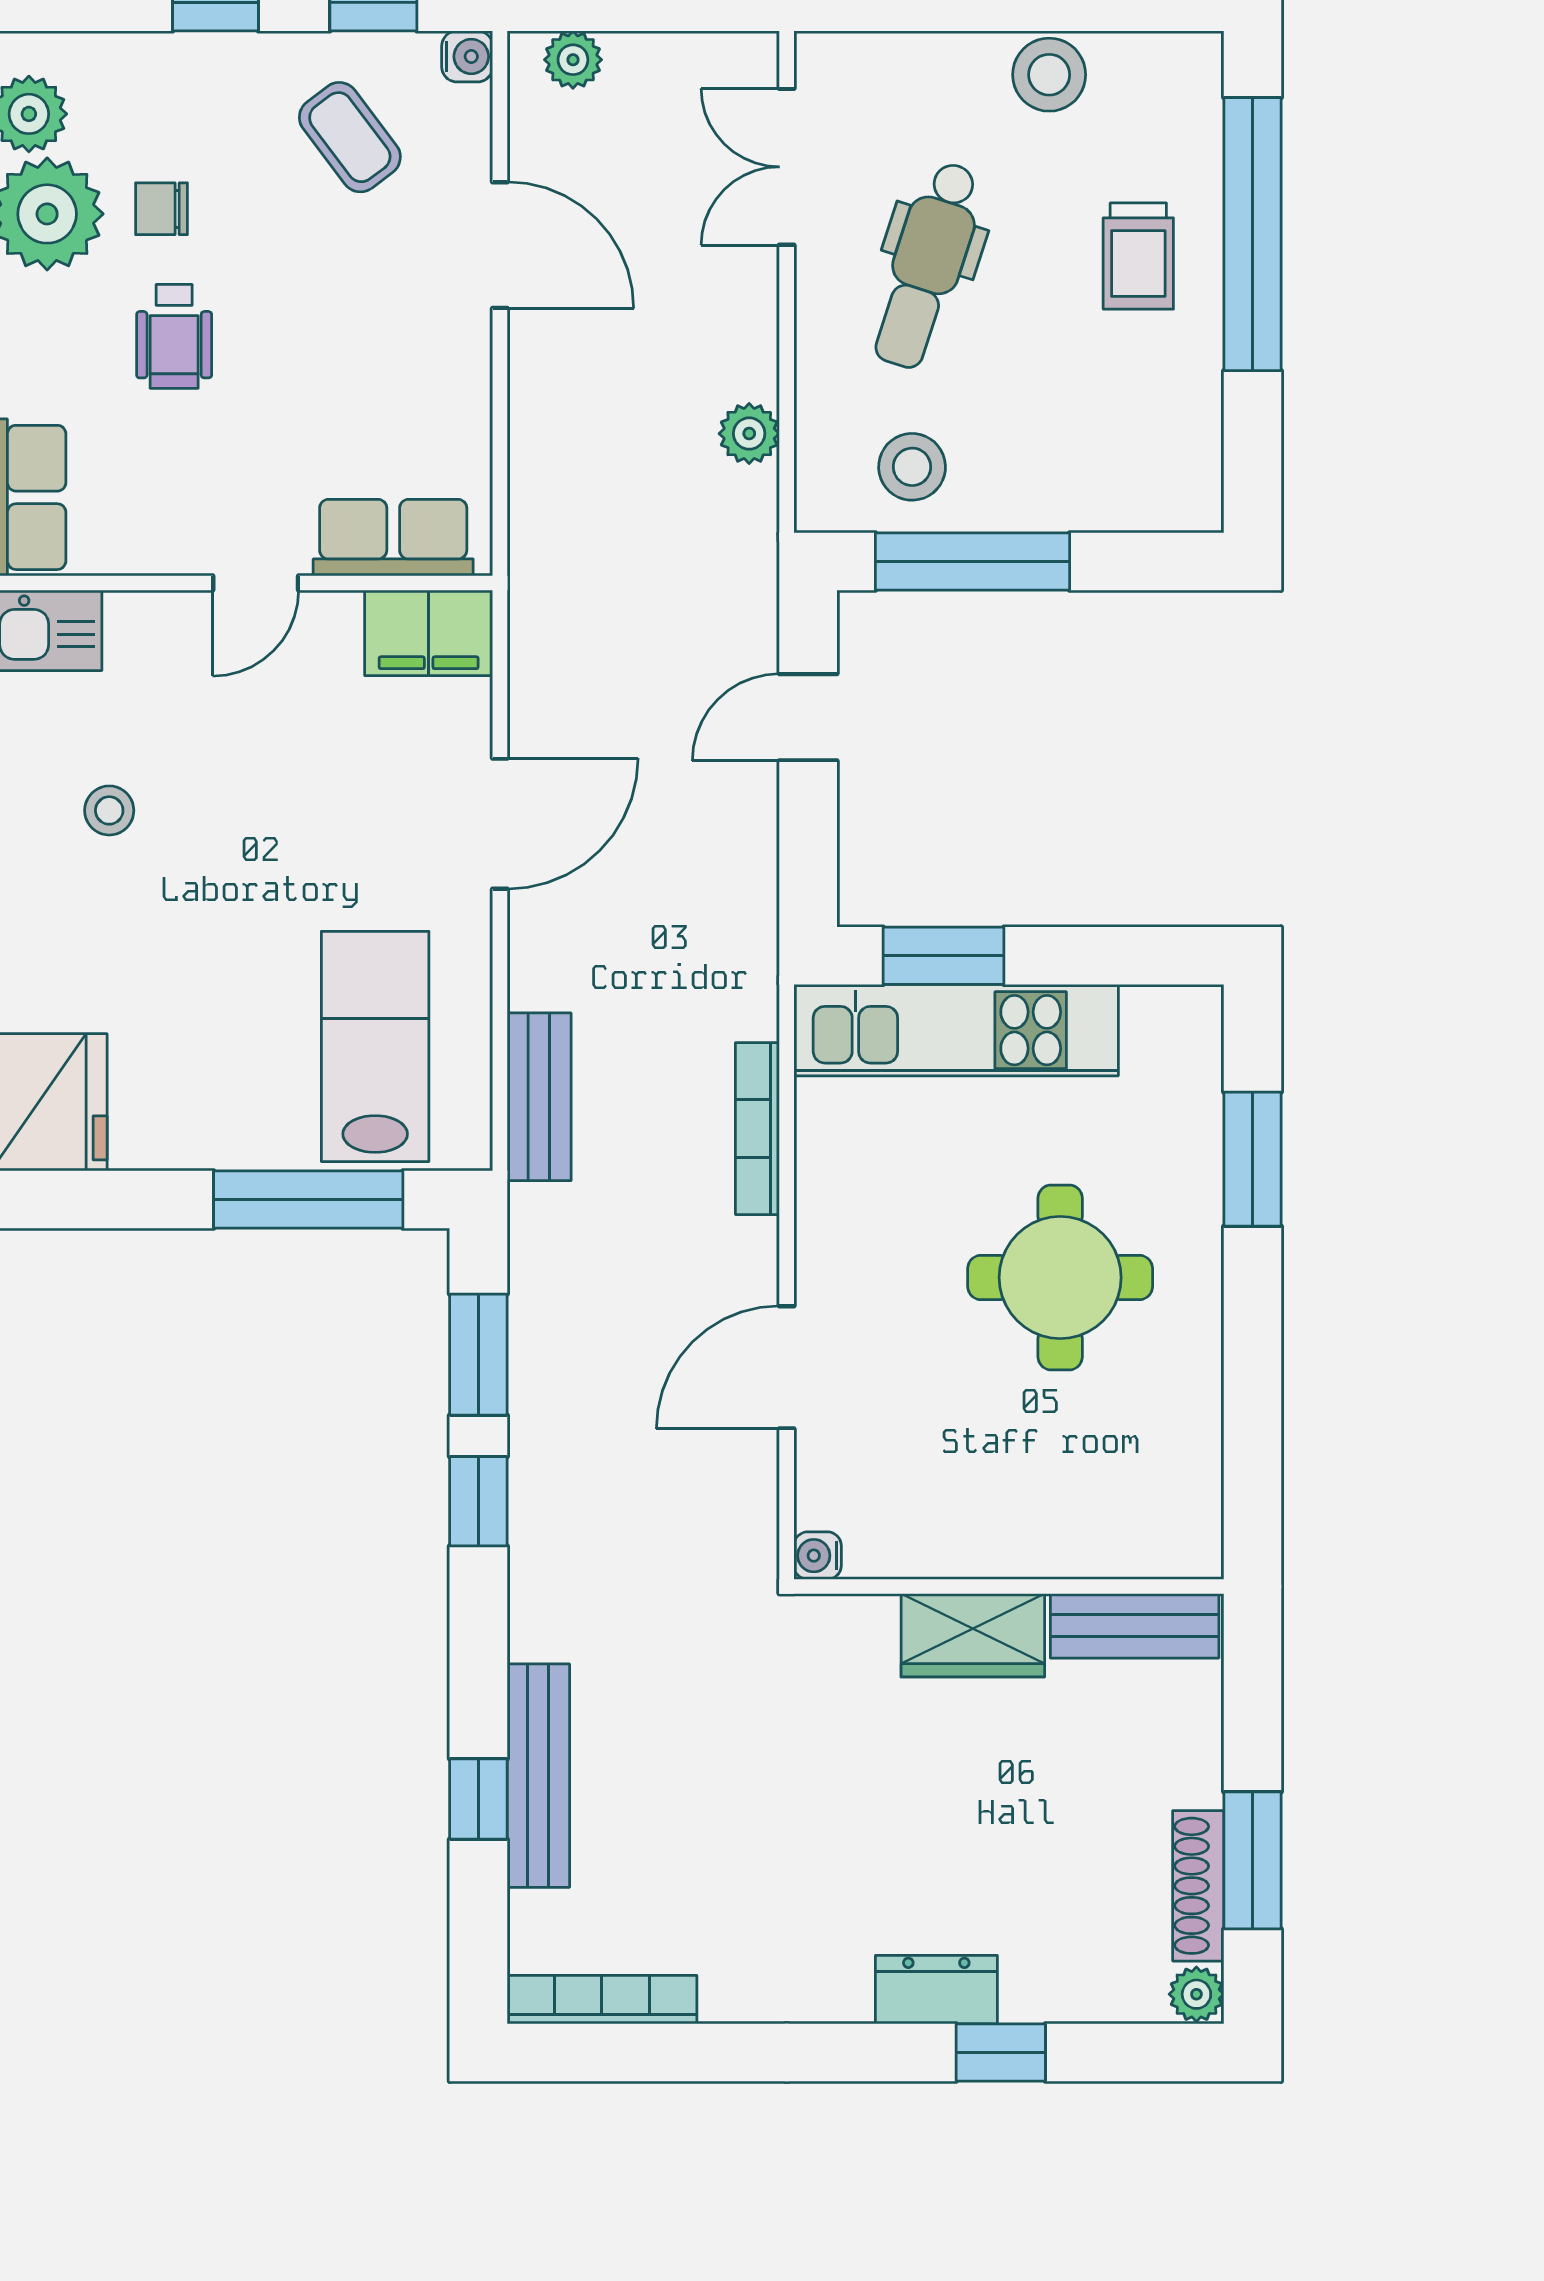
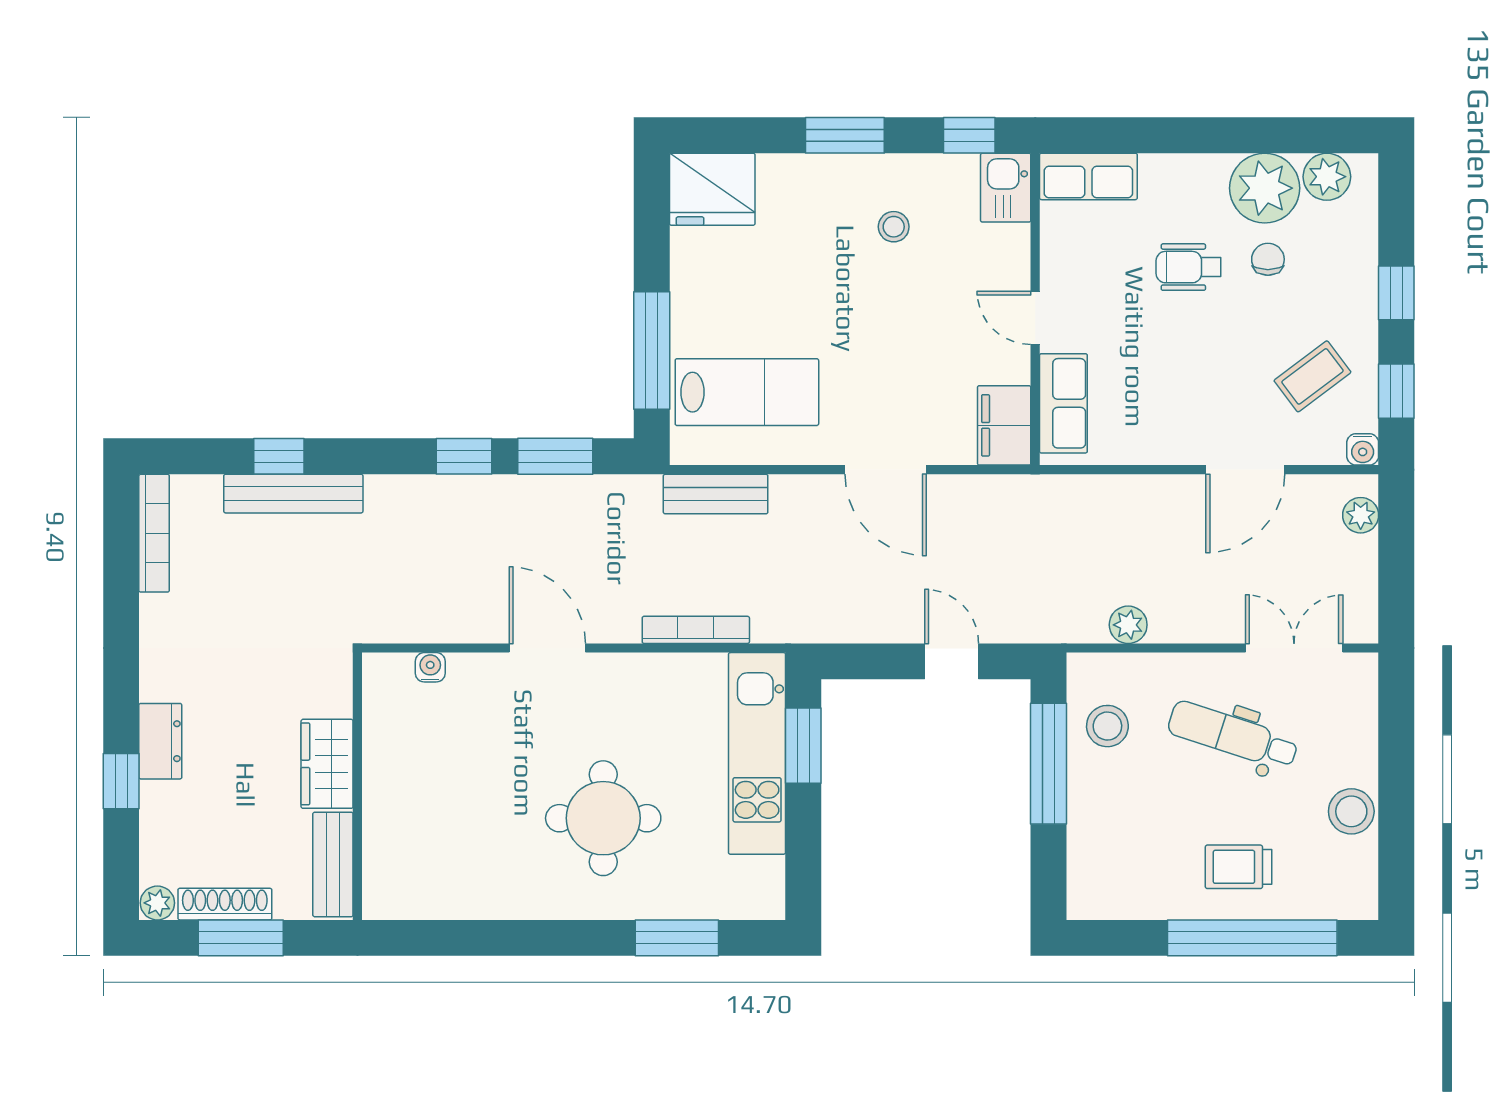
wall: (1009, 1587) -> (357, 786), moved
bench: (1135, 1626) -> (333, 864), moved
wardrobe: (973, 1635) -> (327, 764), moved

